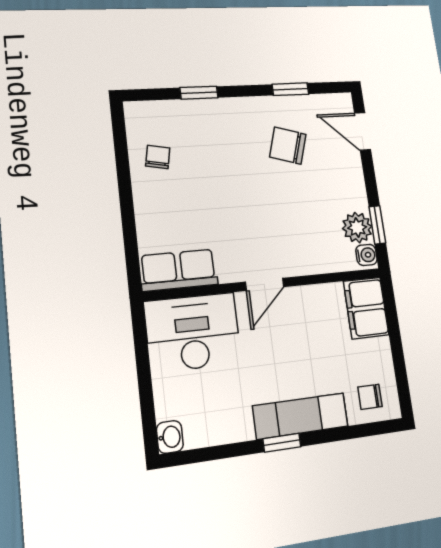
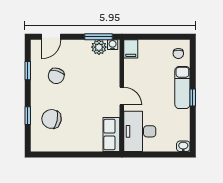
chair: (158, 157) -> (51, 119), moved, width x1.87, depth x1.87
window: (377, 225) -> (98, 37), width x1.50
filing cabinet: (366, 308) -> (131, 49), width x0.50

